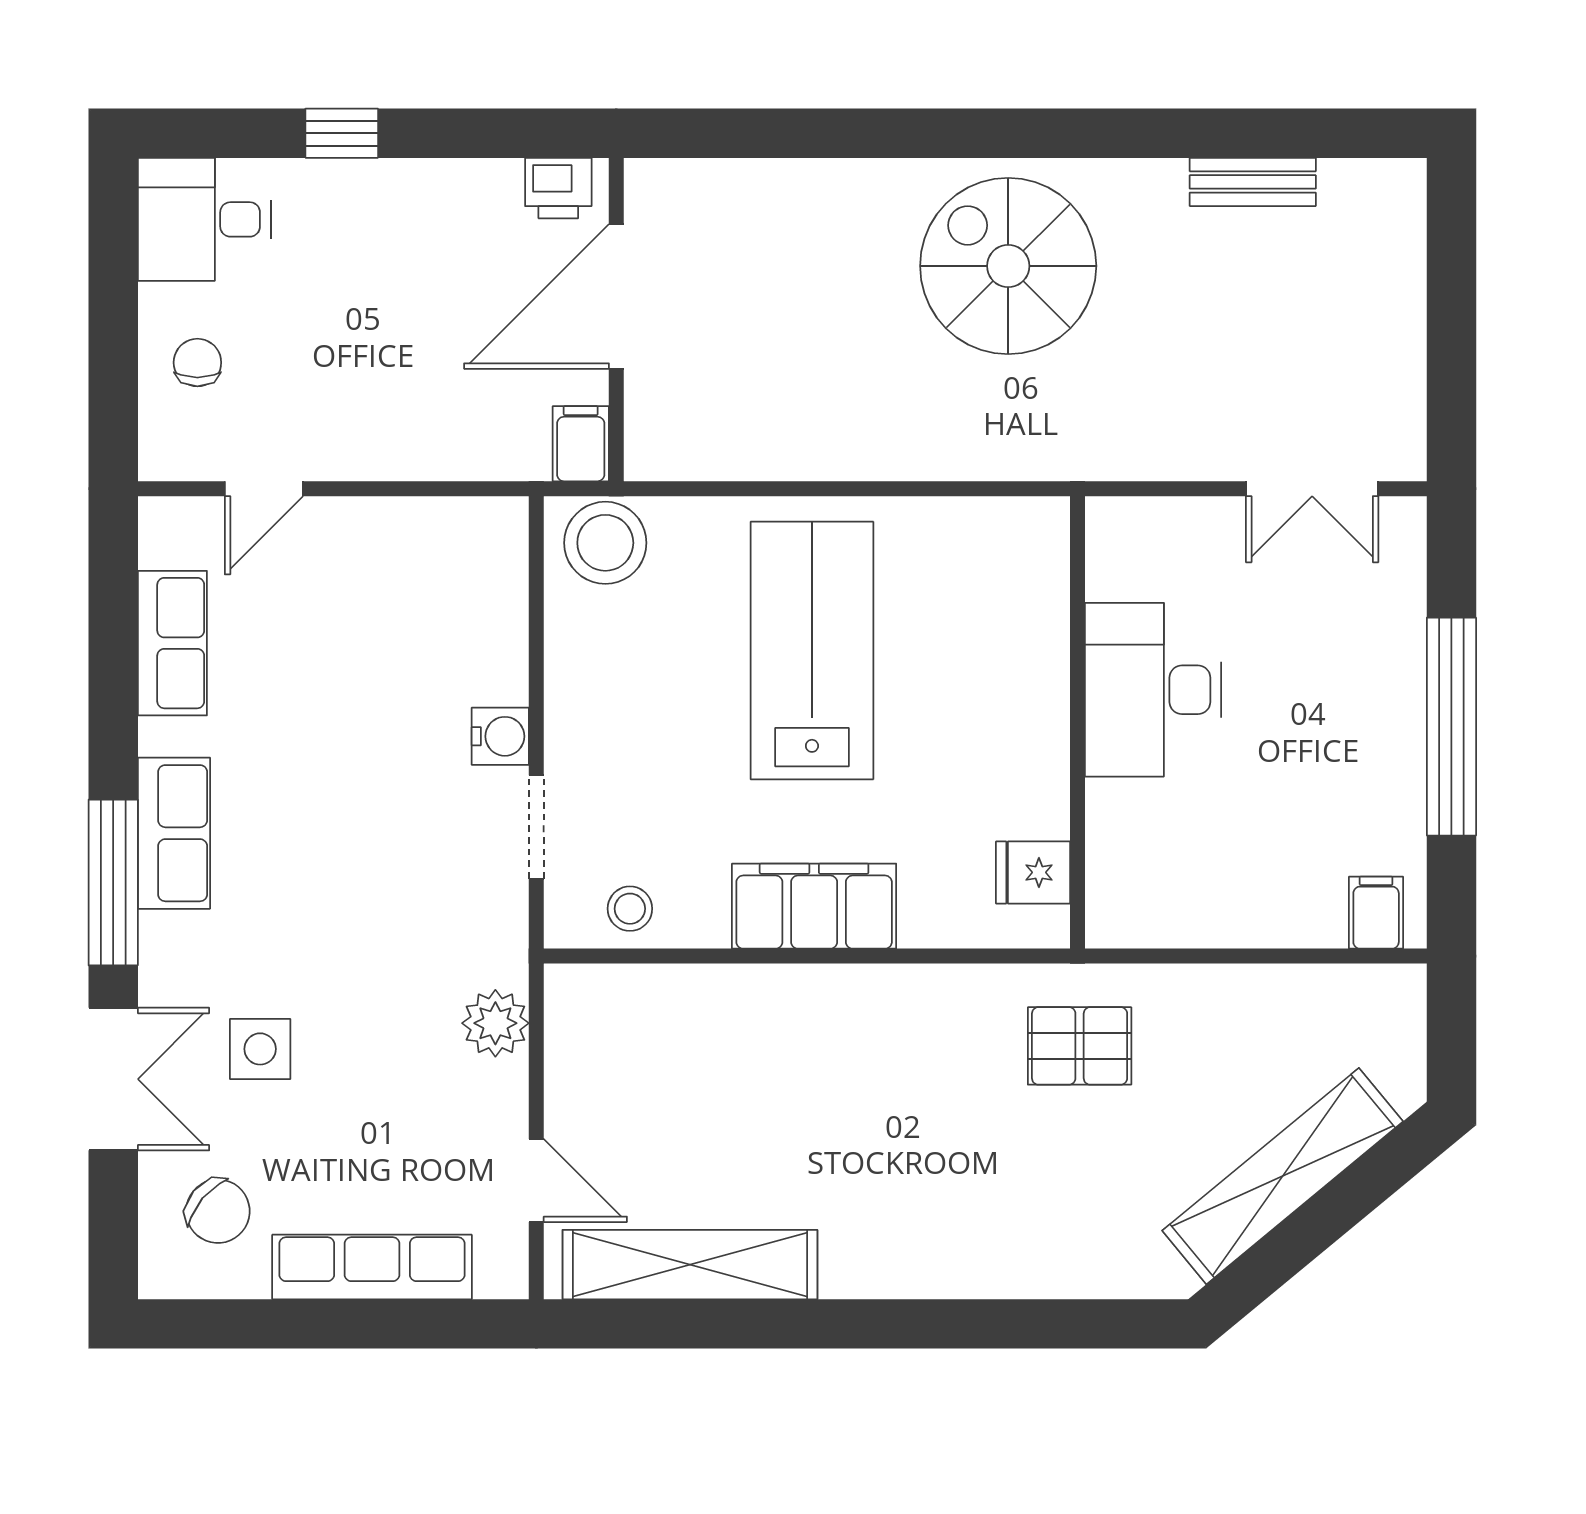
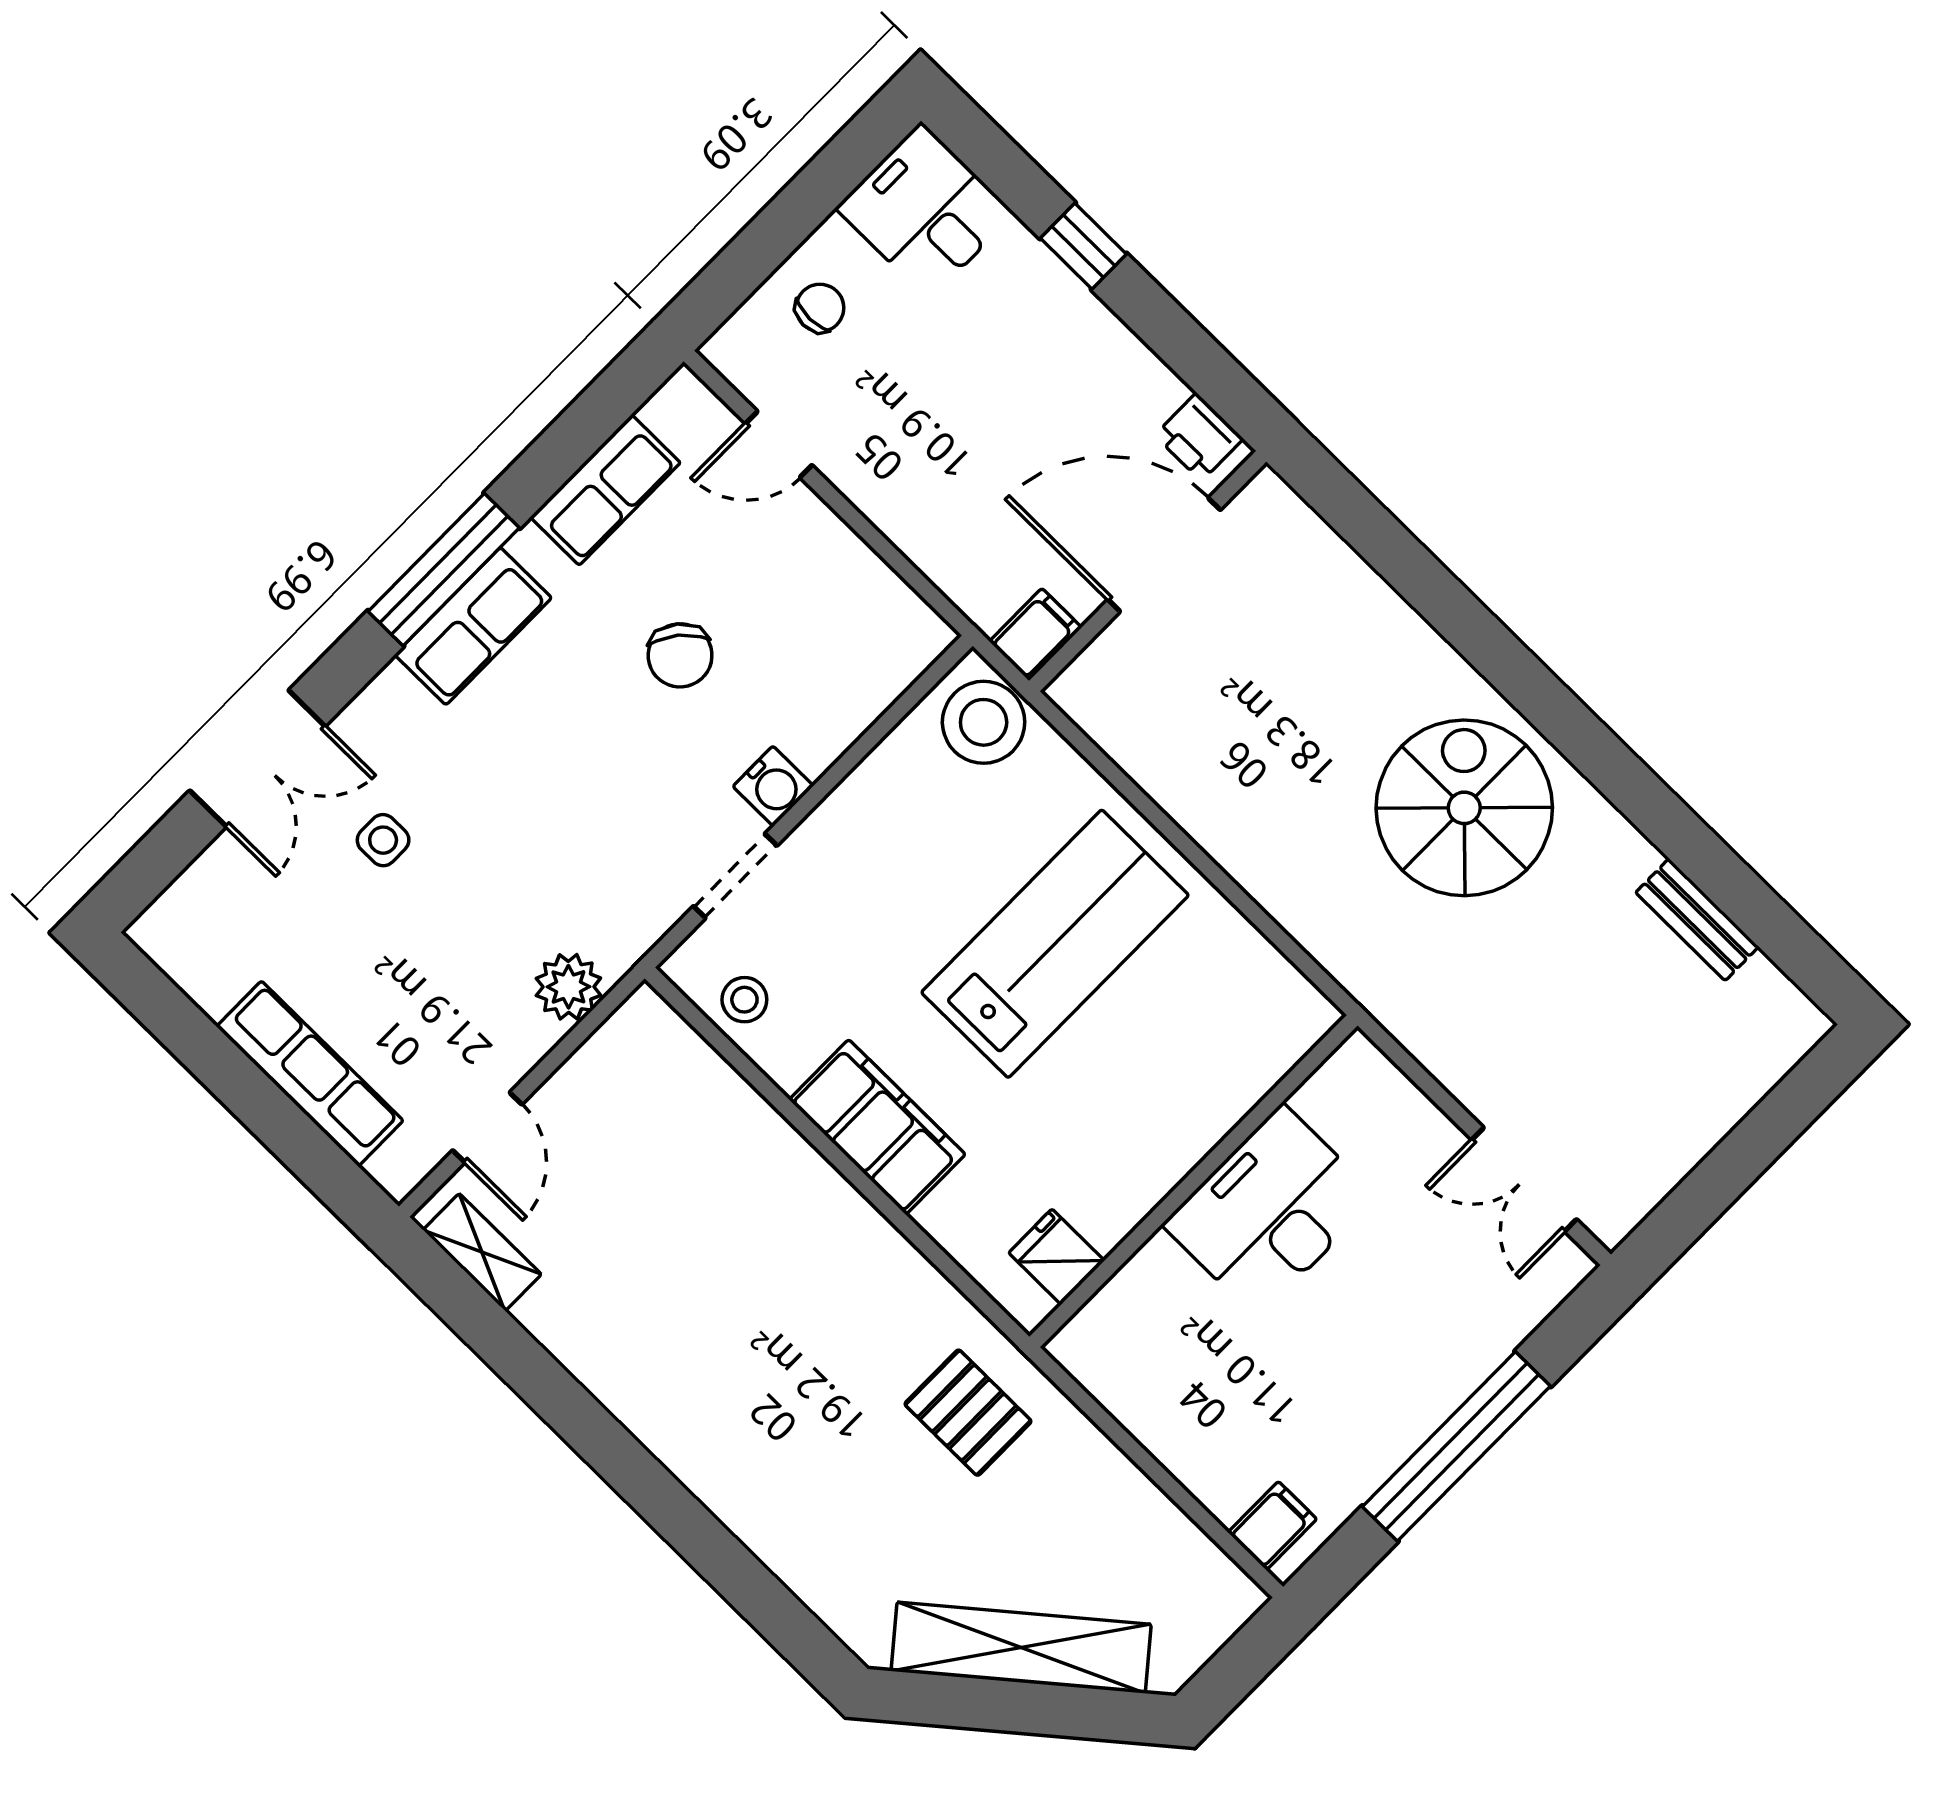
window: (113, 882) -> (444, 570), moved
side table: (260, 1049) -> (383, 840), width x0.73, depth x0.73
chair: (218, 1211) -> (680, 655), moved
shelving: (690, 1265) -> (482, 1252), width x0.45, depth x0.75

